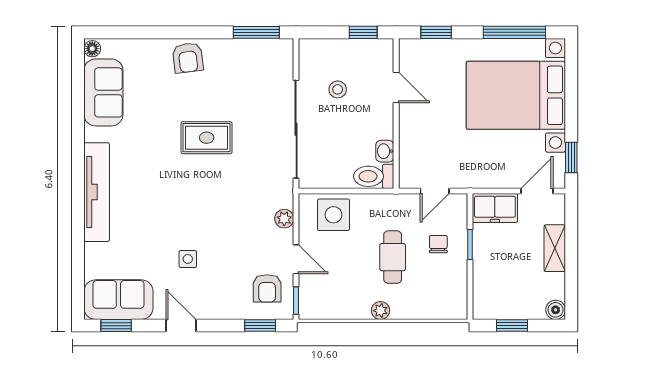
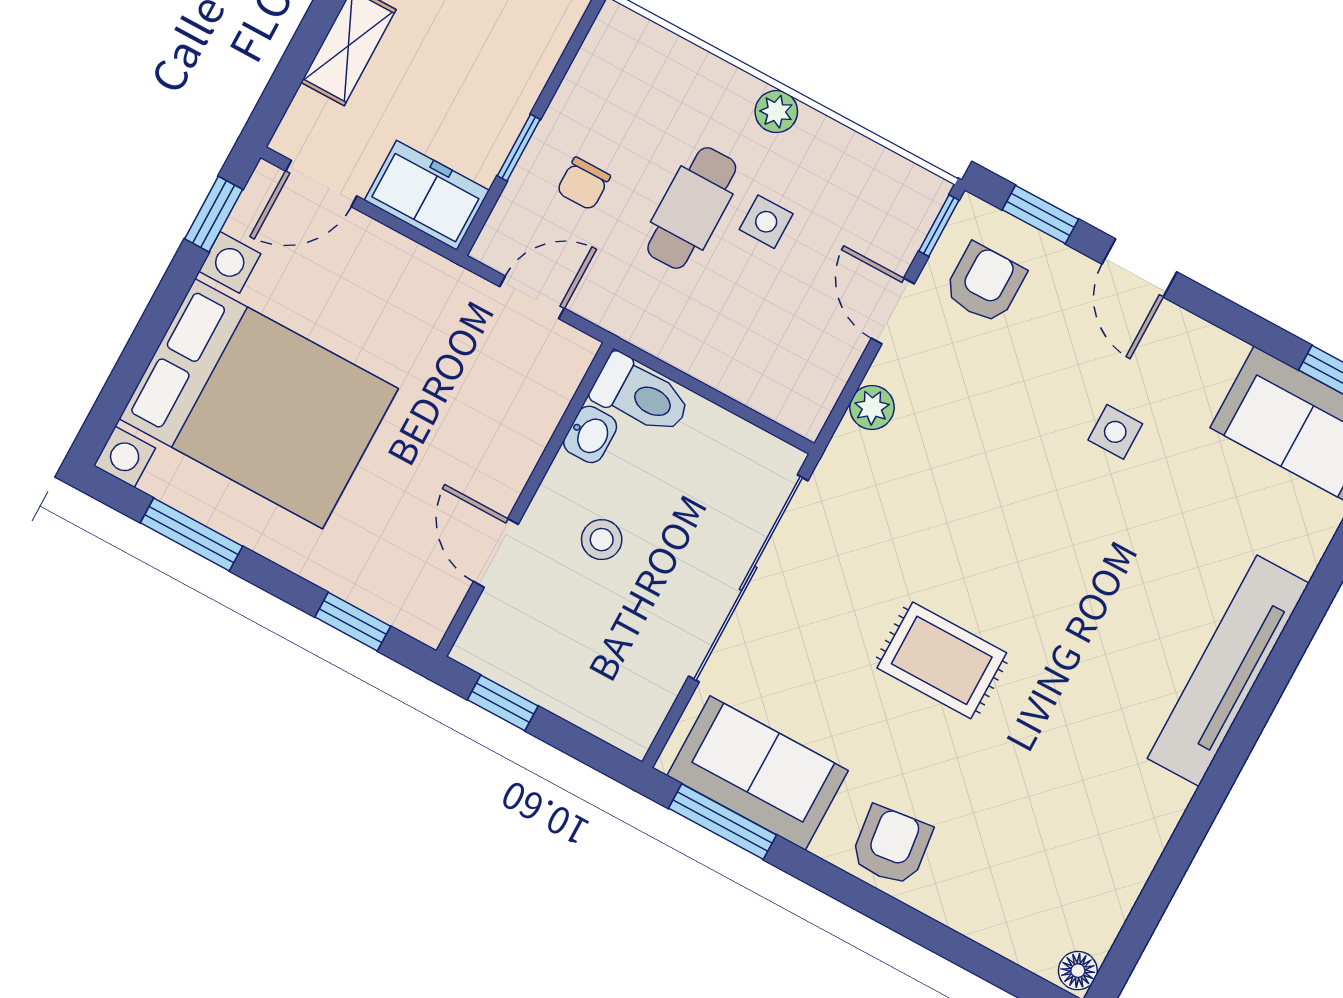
window: (514, 32) -> (192, 535), width x0.69
stool: (338, 89) -> (602, 540), moved
sofa: (103, 92) -> (758, 773), moved, turned 90
side table: (333, 215) -> (766, 222), moved, width x0.54, depth x0.54
door: (181, 326) -> (1139, 268), moved

